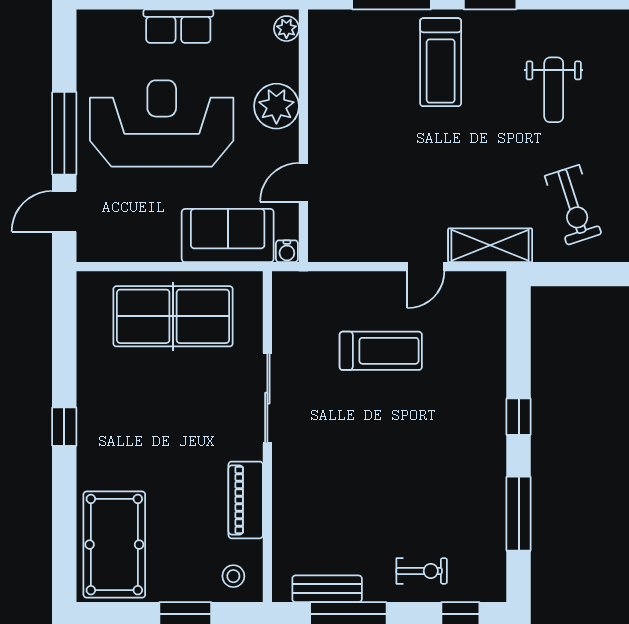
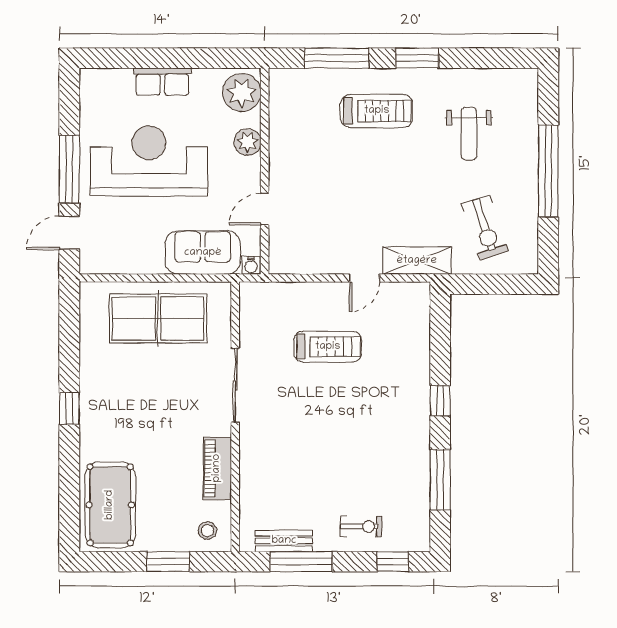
plant: (286, 29) -> (242, 92), width x1.88, depth x1.88
treadmill: (441, 62) -> (377, 111), turned -90
plant: (276, 106) -> (247, 142), width x0.73, depth x0.73

